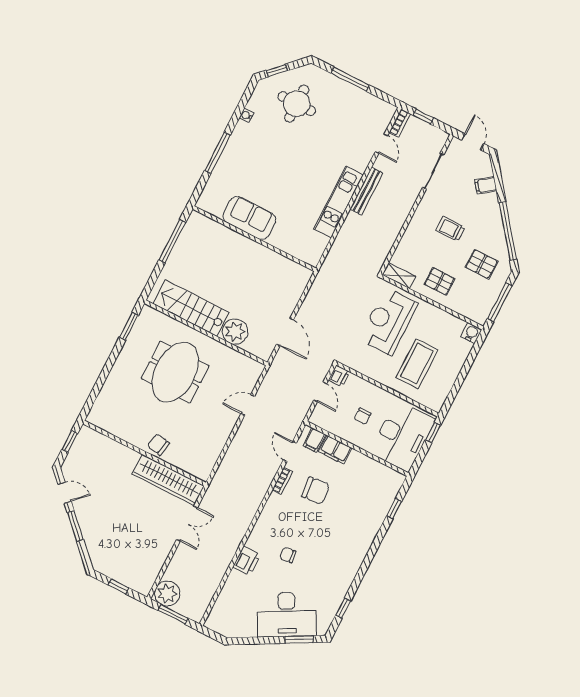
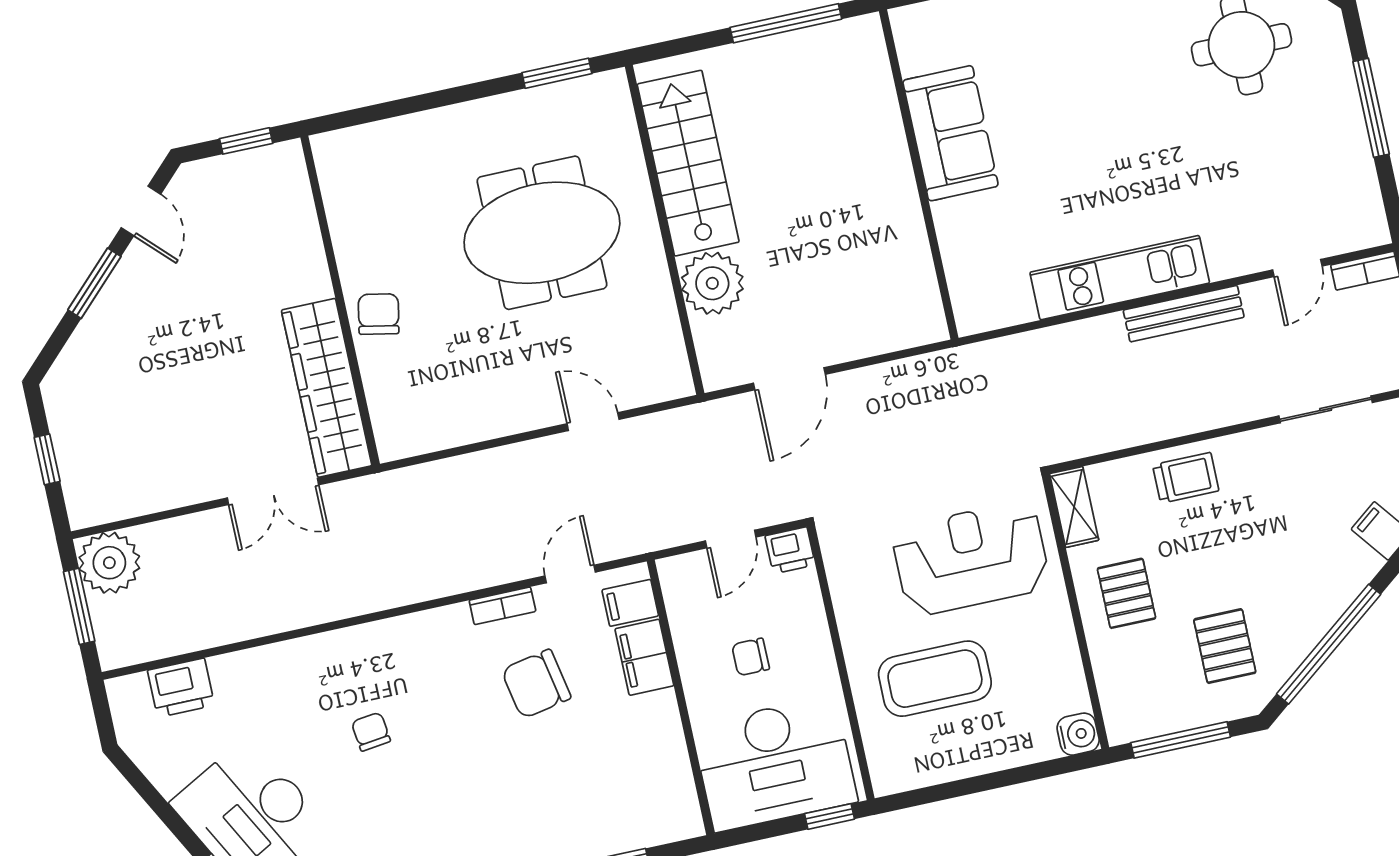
trolley: (450, 229) -> (1186, 478), moved, turned 90
chair: (316, 491) -> (536, 684), turned 84
printer: (247, 561) -> (181, 688), moved

